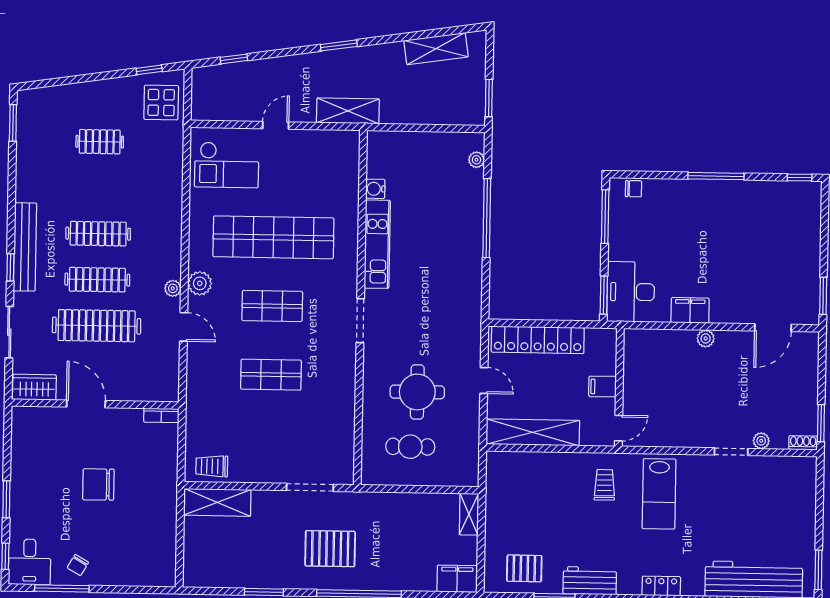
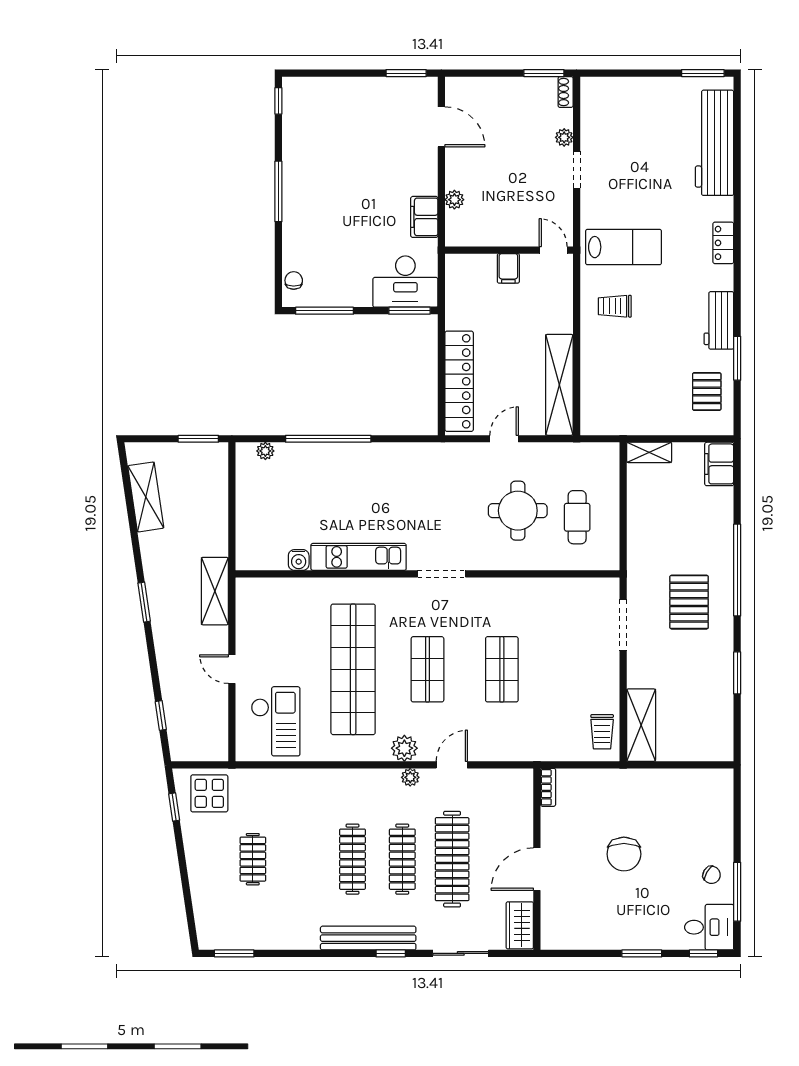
filing cabinet: (602, 386) -> (508, 268), moved
wall: (619, 387) -> (509, 250), moved
door: (619, 428) -> (553, 250), moved

